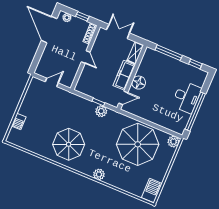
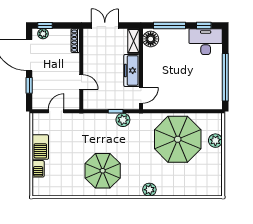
window: (82, 16) -> (45, 25), moved
window: (39, 53) -> (29, 85), added
door: (86, 57) -> (81, 82), moved
floor lamp: (139, 83) -> (151, 39), moved
desk: (187, 97) -> (206, 42), moved, turned -90
plant: (173, 142) -> (215, 141), moved
barbecue: (152, 190) -> (40, 147), moved, turned 180

